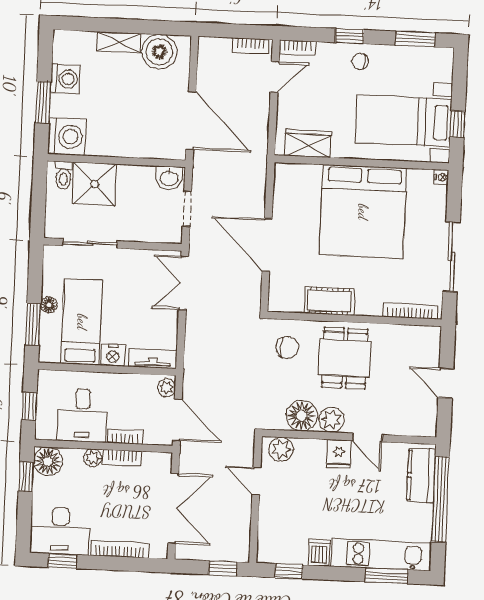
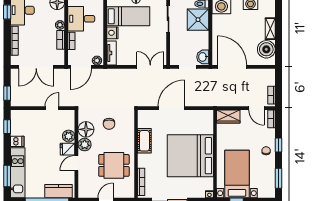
door: (191, 121) -> (232, 67), swing flipped
wardrobe: (308, 144) -> (228, 116), moved, turned 90
chair: (287, 348) -> (109, 124), moved
dining table: (345, 358) -> (114, 165), moved
plant: (281, 449) -> (69, 136), moved

